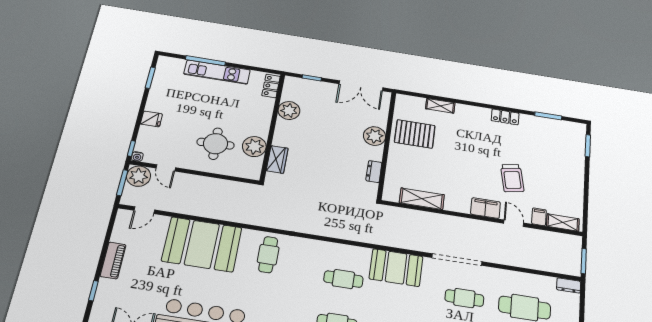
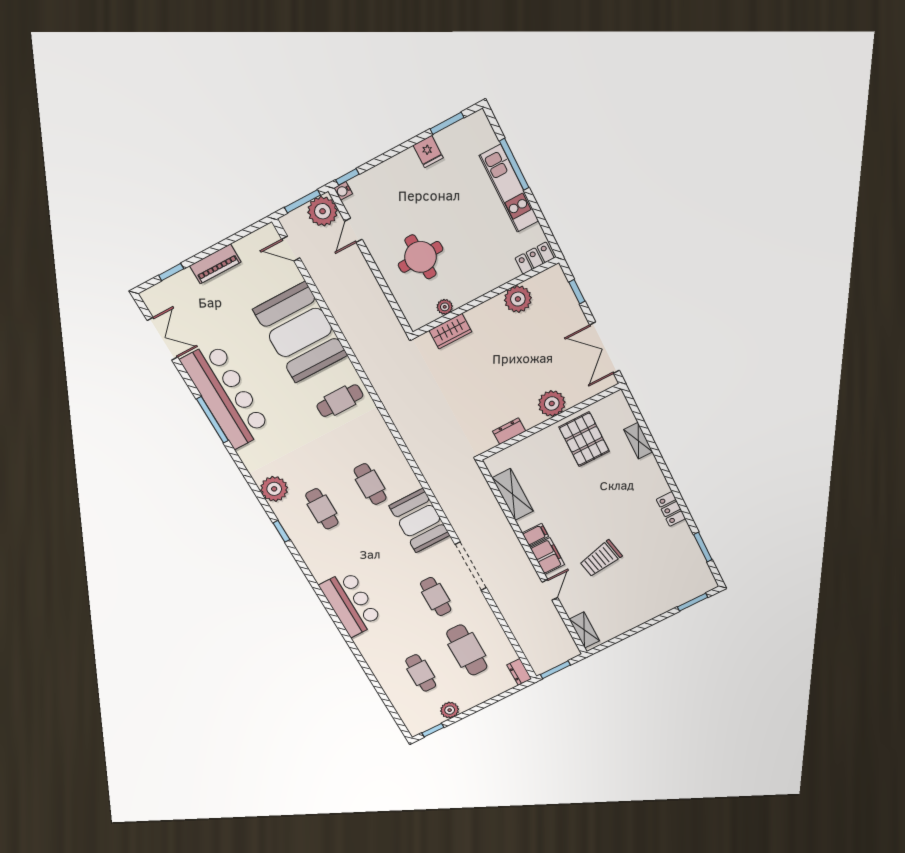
fridge: (151, 119) -> (428, 152), moved
plant: (254, 147) -> (445, 307), width x0.53, depth x0.53
filing cabinet: (539, 217) -> (535, 535), moved

